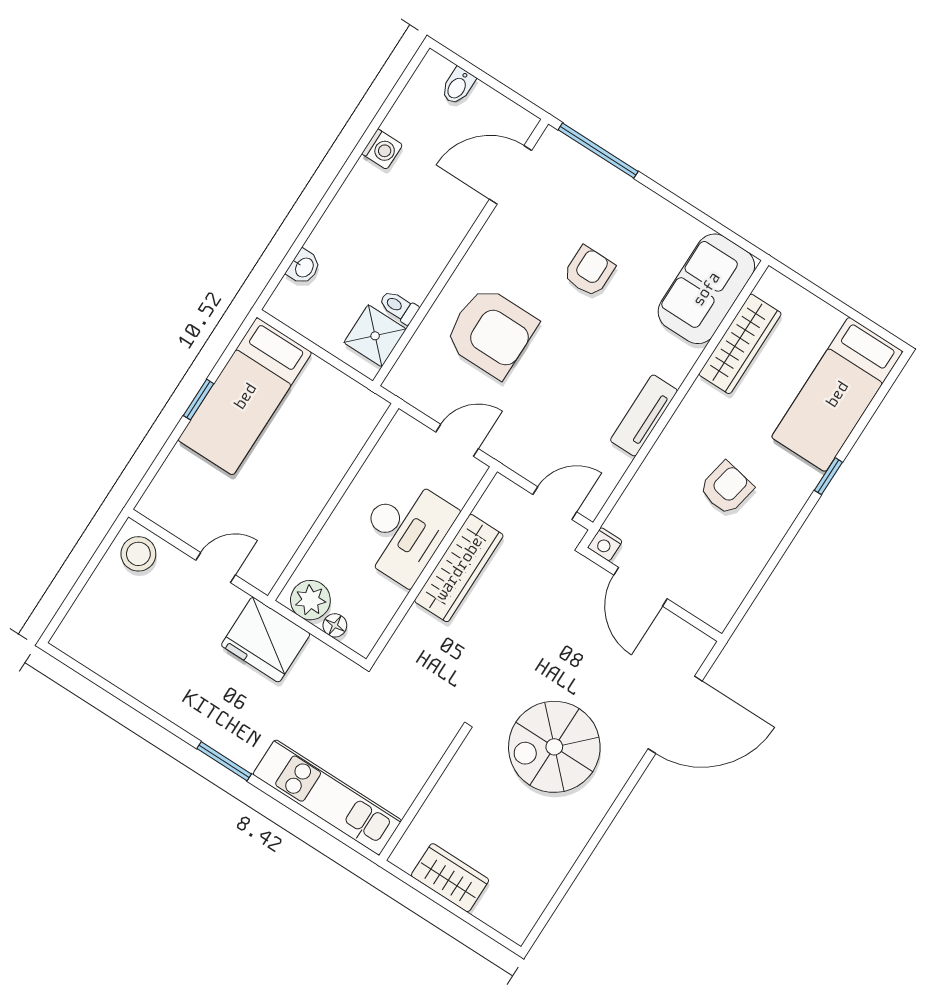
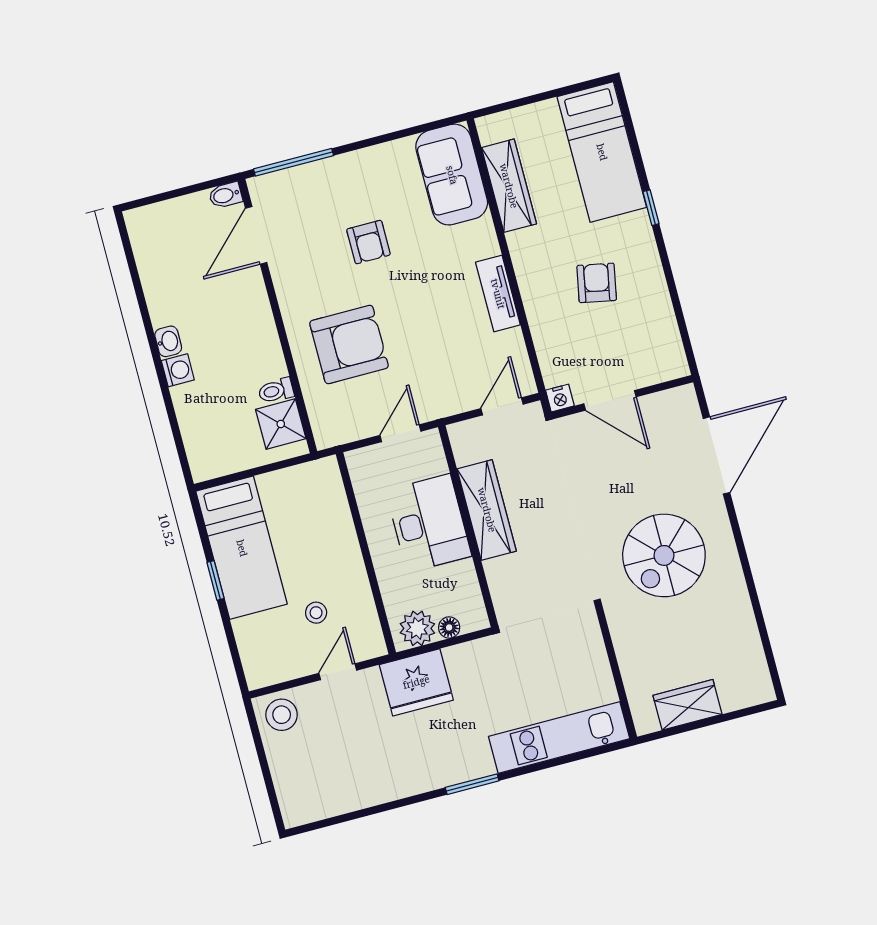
bidet: (458, 86) -> (225, 195), moved, turned 90
washing machine: (382, 149) -> (178, 370), moved
washbasin: (304, 267) -> (168, 341), moved
armchair: (589, 271) -> (368, 242), turned 180
stool: (248, 506) -> (316, 613), added

